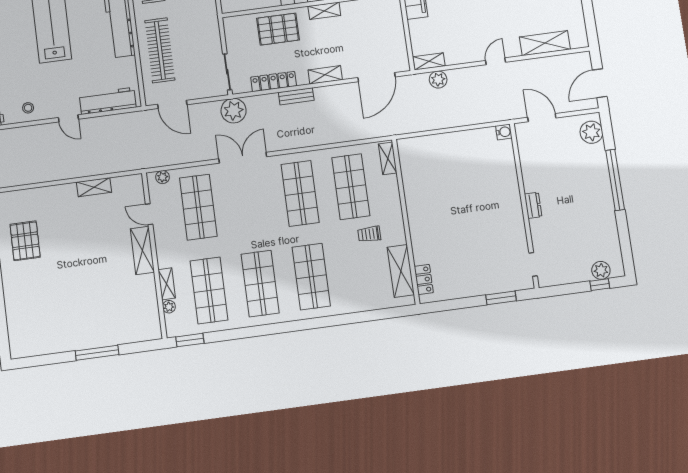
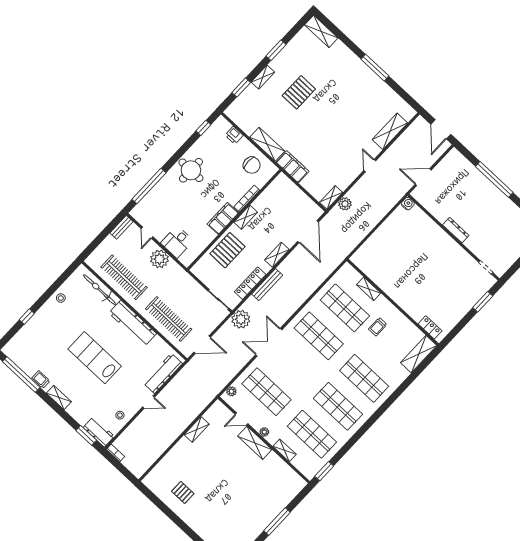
bench: (296, 96) -> (267, 285), width x1.36
plant: (591, 132) -> (459, 162), removed
shelving: (388, 158) -> (369, 289), moved
dresser: (533, 205) -> (456, 230), width x1.44
pallet: (25, 241) -> (183, 492), width x0.67, depth x0.71
shelving: (401, 271) -> (419, 354), moved, turned 90
plant: (169, 307) -> (264, 432), moved

